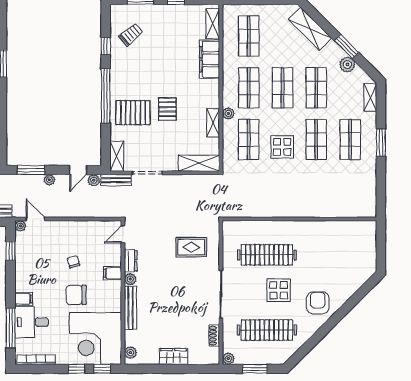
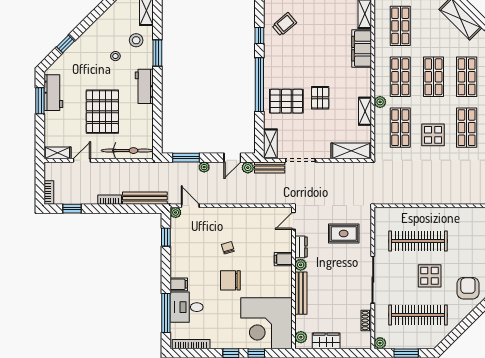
door: (123, 234) -> (293, 221), moved
dresser: (131, 261) -> (301, 247), moved
filing cabinet: (112, 273) -> (283, 259), moved
plant: (130, 279) -> (301, 265), moved
wall: (123, 292) -> (293, 278), moved
bench: (130, 308) -> (301, 293), moved
corner desk: (95, 339) -> (266, 323), moved
plant: (130, 353) -> (301, 337), moved

